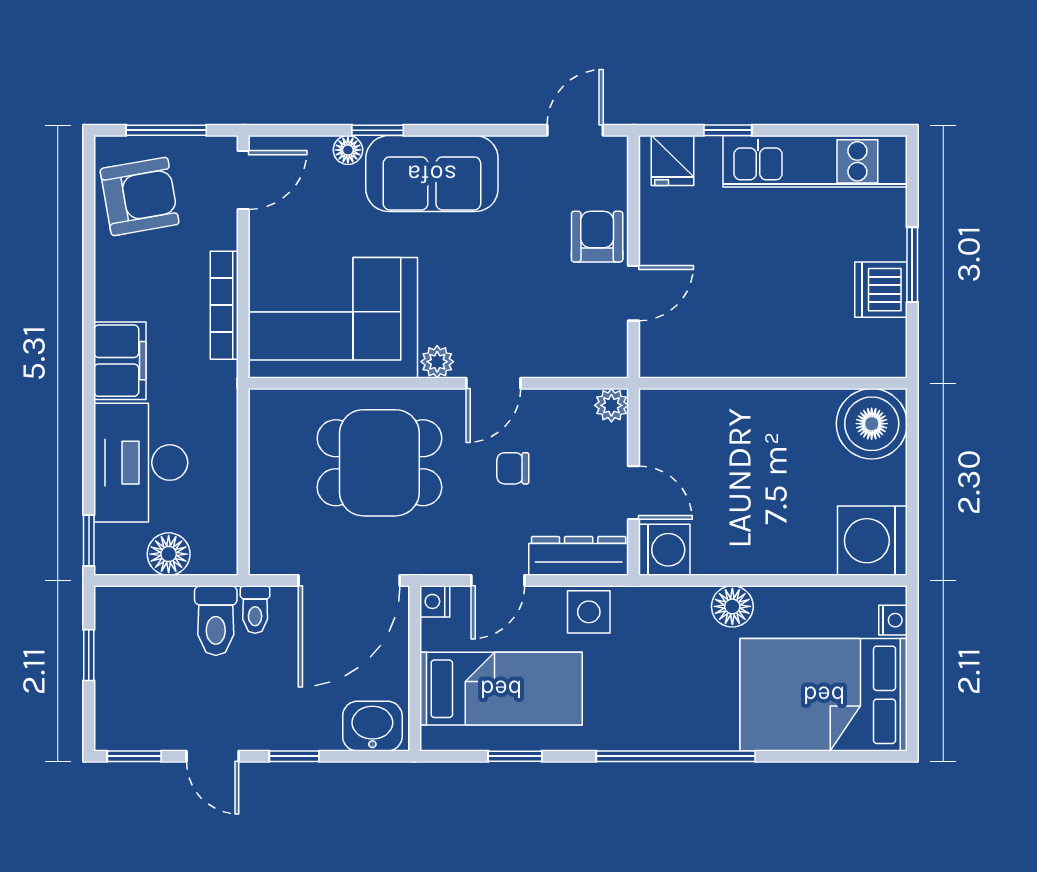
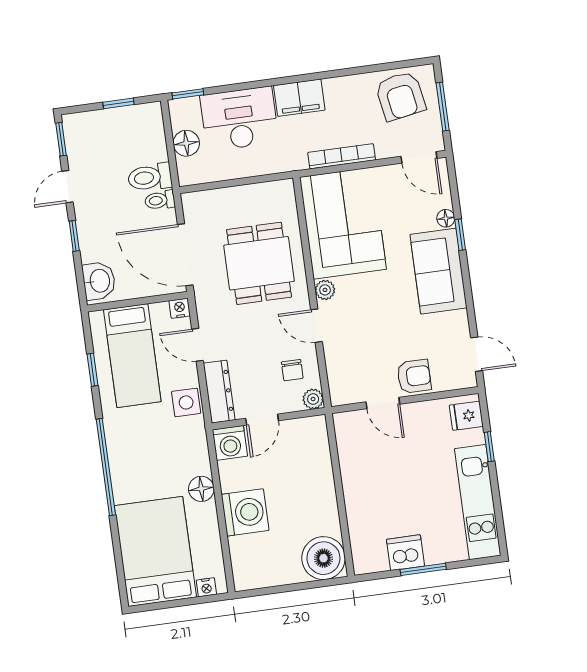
chair: (513, 468) -> (292, 370), moved, turned 180
washing machine: (872, 541) -> (245, 512), moved, turned 90

